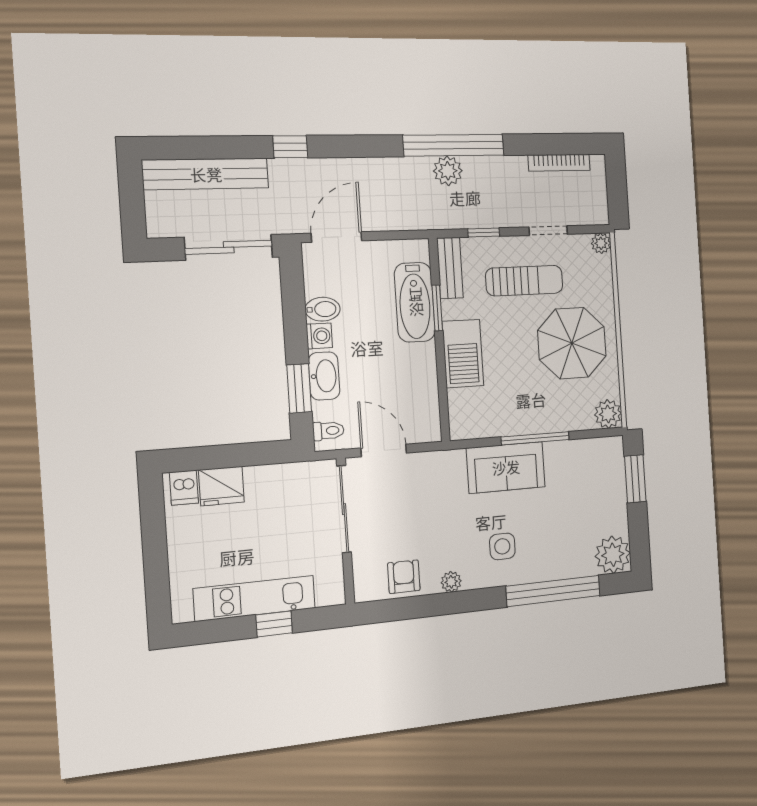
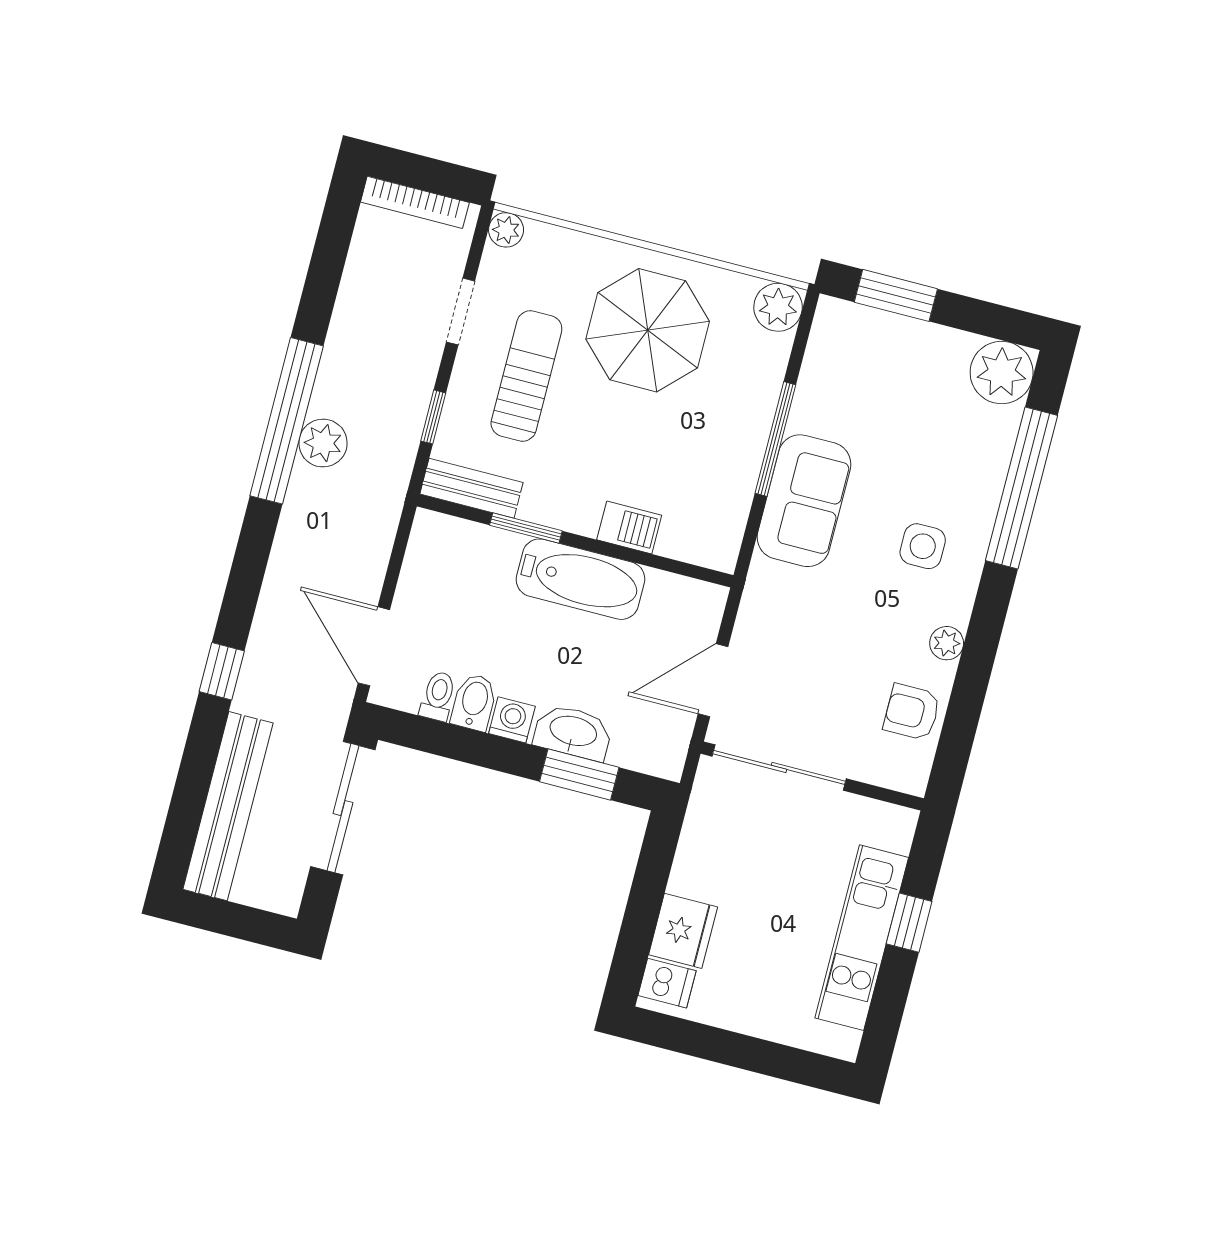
bookcase: (559, 163) -> (415, 202), moved, turned 90
bathtub: (415, 302) -> (580, 579), moved
barbecue: (463, 354) -> (629, 527), width x0.53, depth x0.65
toilet: (328, 431) -> (438, 696), moved

